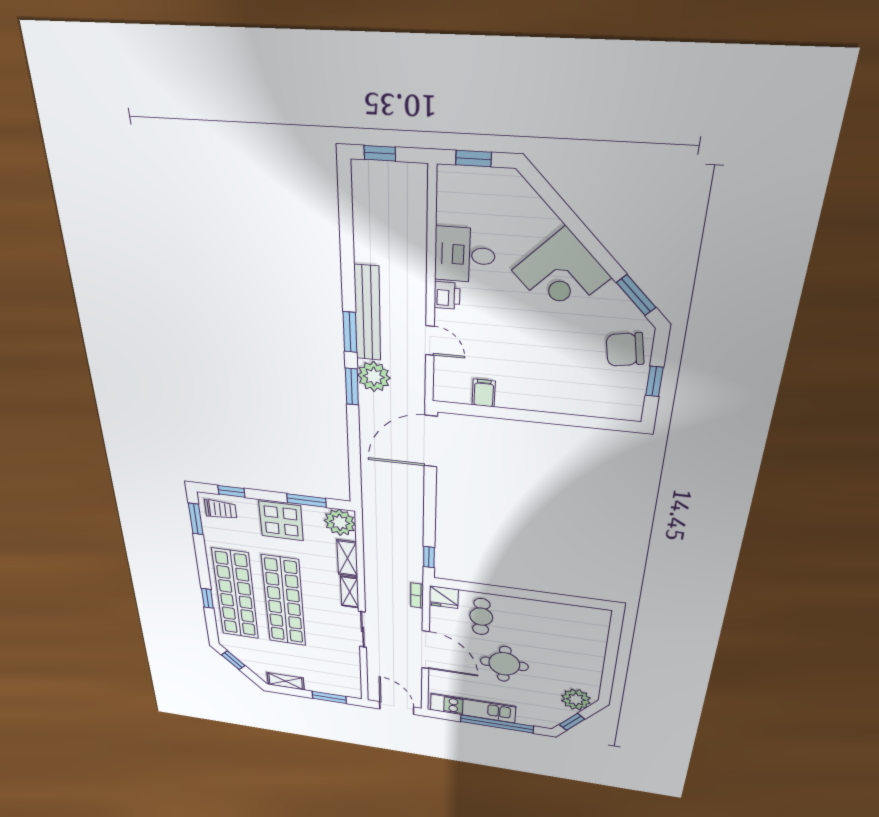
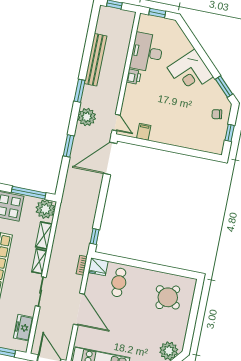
desk: (465, 255) -> (147, 52), width x1.37
bench: (367, 313) -> (96, 60), moved
door: (430, 340) -> (116, 122), moved
chair: (625, 350) -> (217, 114), width x0.54, depth x0.54
window: (352, 387) -> (69, 146), moved
window: (307, 500) -> (29, 193), width x1.44
round table: (504, 664) -> (168, 297), moved, turned 35
freezer: (349, 672) -> (23, 328), added

